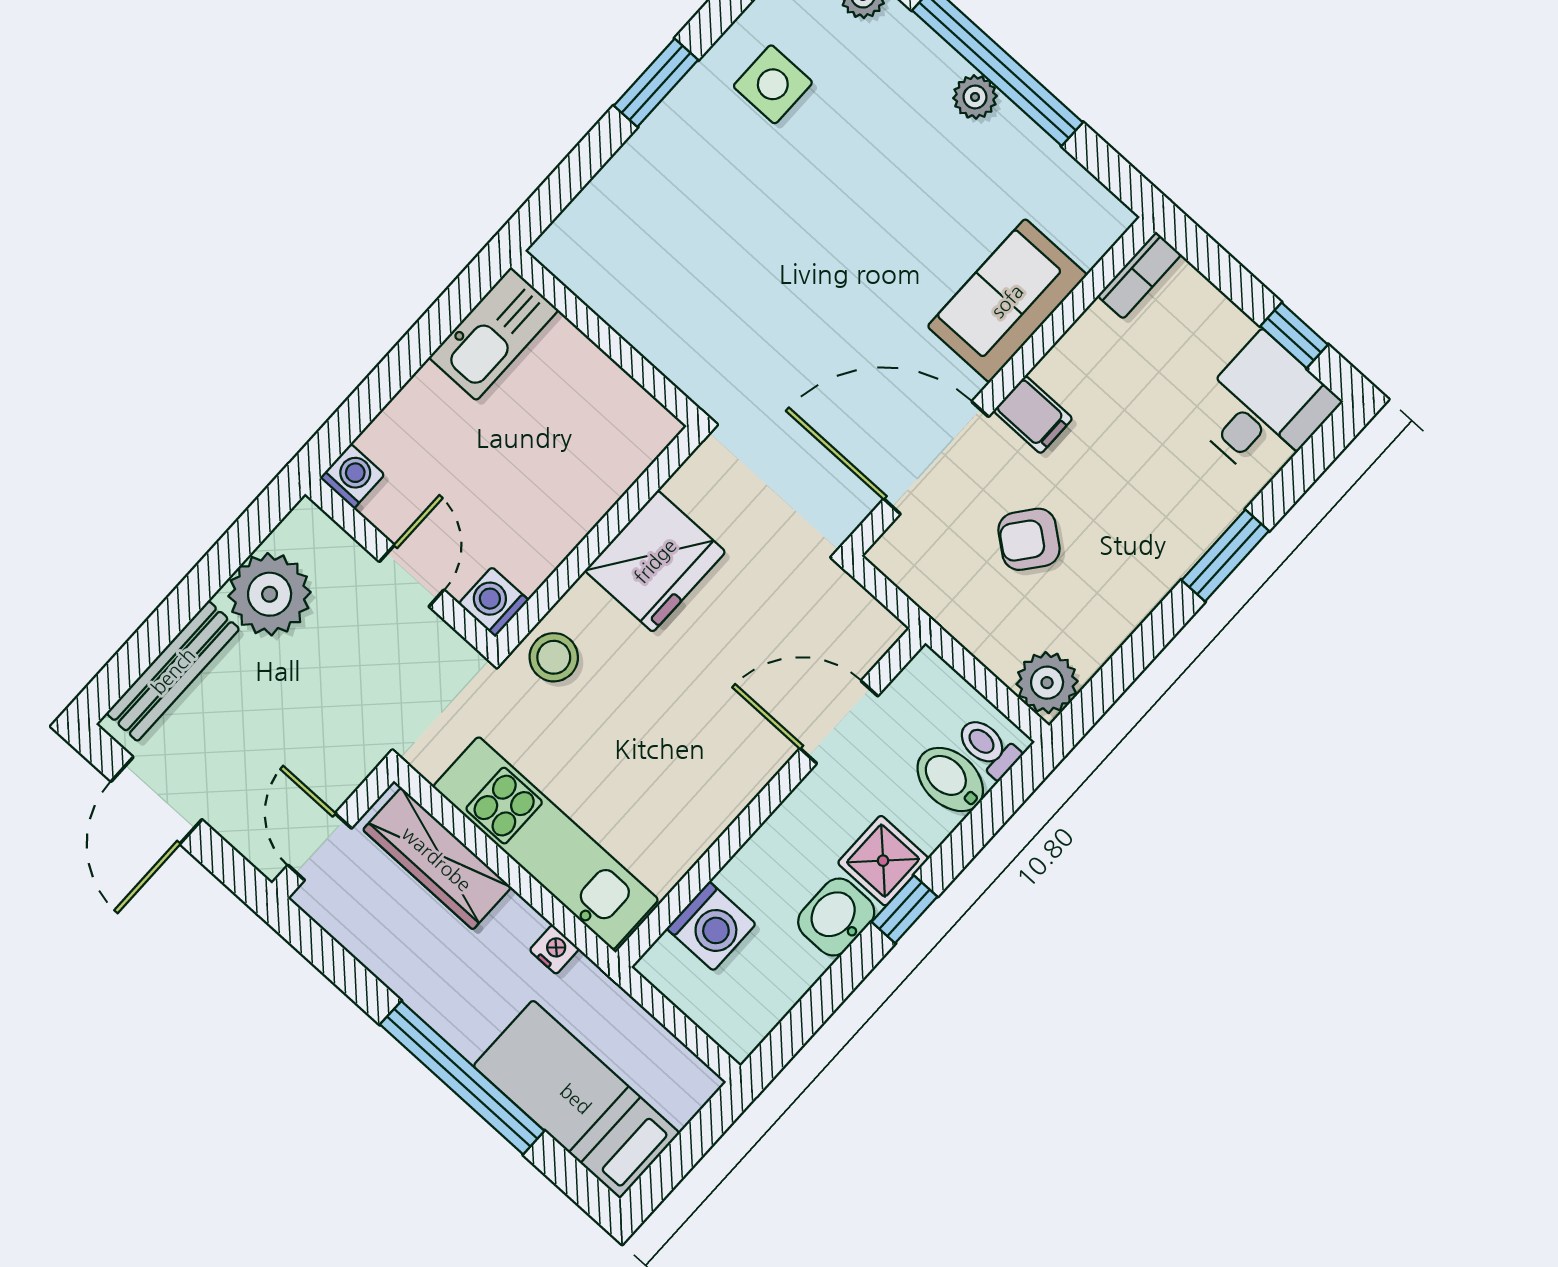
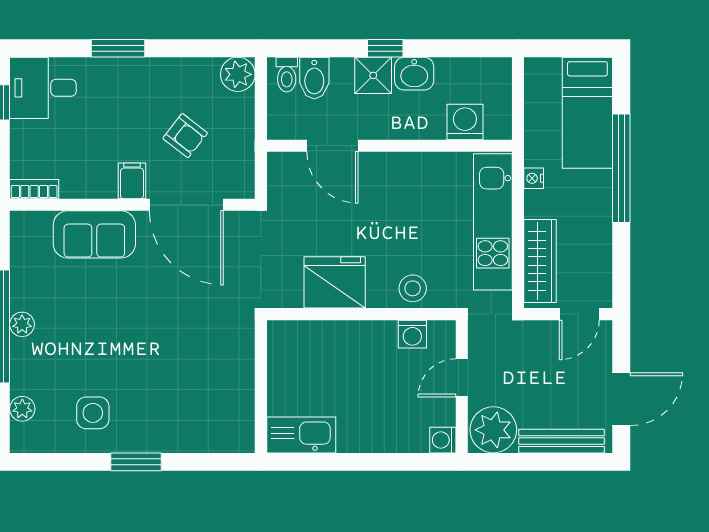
washing machine: (352, 476) -> (443, 440), moved
wall: (400, 565) -> (462, 387), moved
door: (412, 576) -> (462, 378), moved

